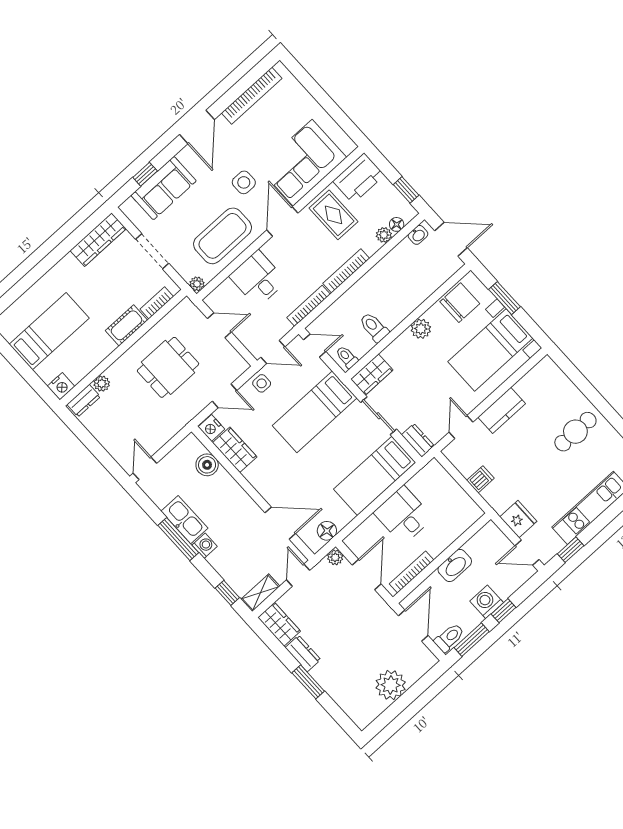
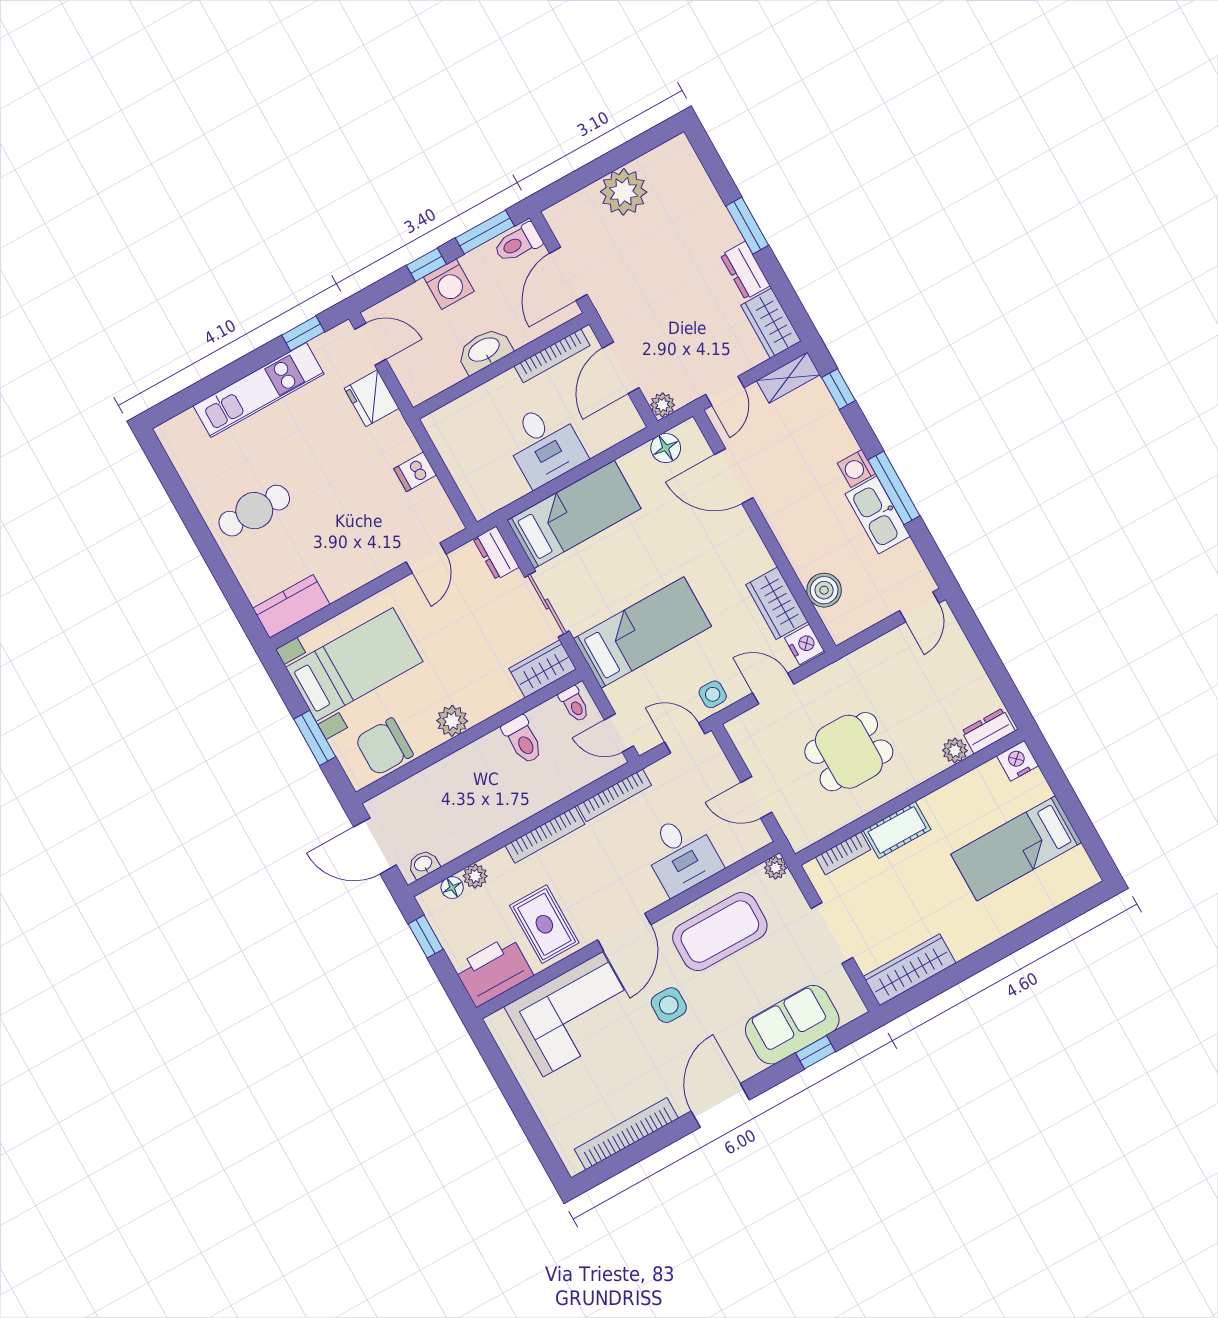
kitchen counter: (502, 410) -> (291, 606), moved

